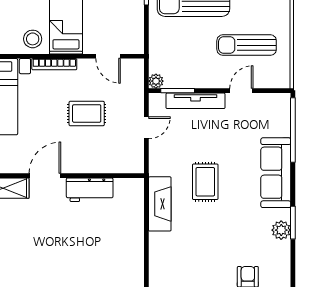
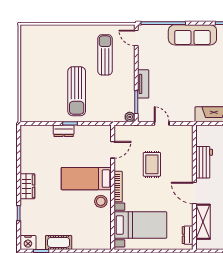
sun lounger: (247, 45) -> (105, 55), turned 180
door: (241, 91) -> (136, 38), moved
tv unit: (196, 101) -> (143, 84), width x0.71
rug: (205, 182) -> (199, 83), removed

